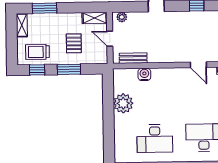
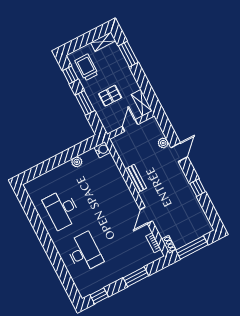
plant: (122, 17) -> (163, 143), moved
bench: (133, 58) -> (136, 179), moved
water cooler: (144, 74) -> (102, 150), moved
plant: (123, 103) -> (77, 162), width x0.53, depth x0.53

